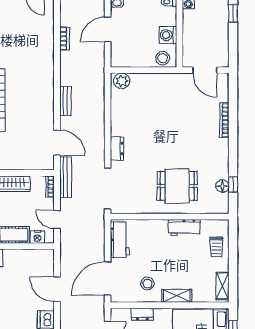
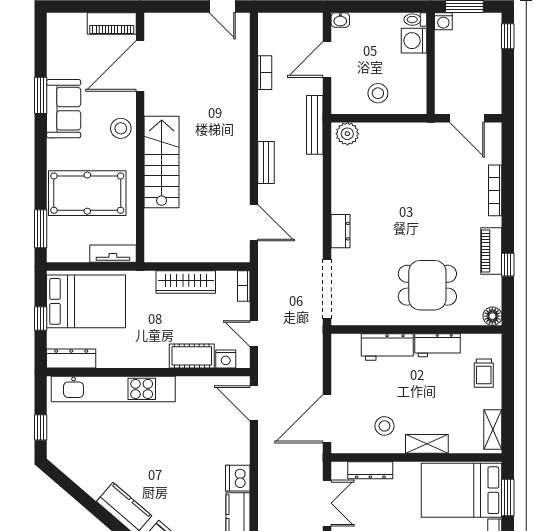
washing machine: (168, 35) -> (414, 41), moved
stool: (163, 58) -> (378, 93), moved
piano: (221, 162) -> (491, 251), added
bench: (66, 177) -> (315, 125), moved
window: (233, 185) -> (508, 265), moved
floor lamp: (222, 186) -> (492, 316), moved
workbench: (120, 240) -> (387, 347), moved, turned 90
door: (57, 289) -> (254, 403), moved
dresser: (142, 314) -> (370, 470), width x1.44

